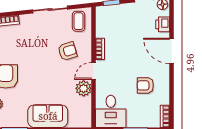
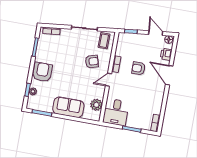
armchair: (145, 85) -> (139, 68), moved
plant: (84, 88) -> (96, 105), moved

